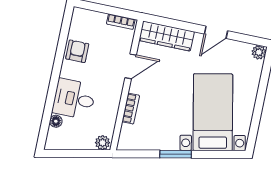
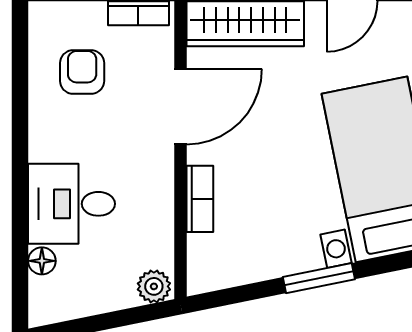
armchair: (77, 51) -> (82, 72), moved
door: (131, 66) -> (180, 107), width x1.38

